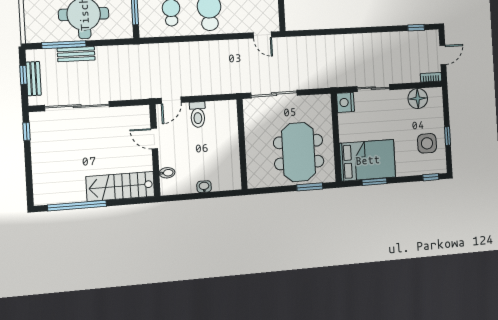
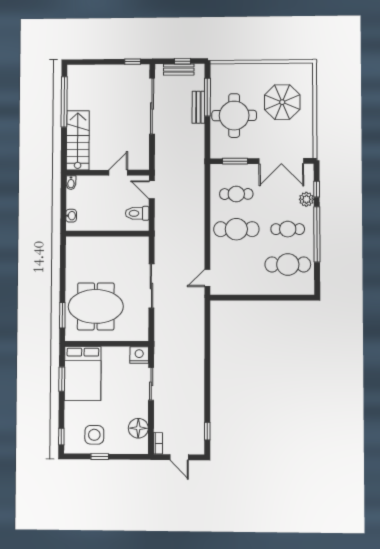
wall: (242, 144) -> (107, 234), moved
bidet: (167, 173) -> (71, 183), moved

